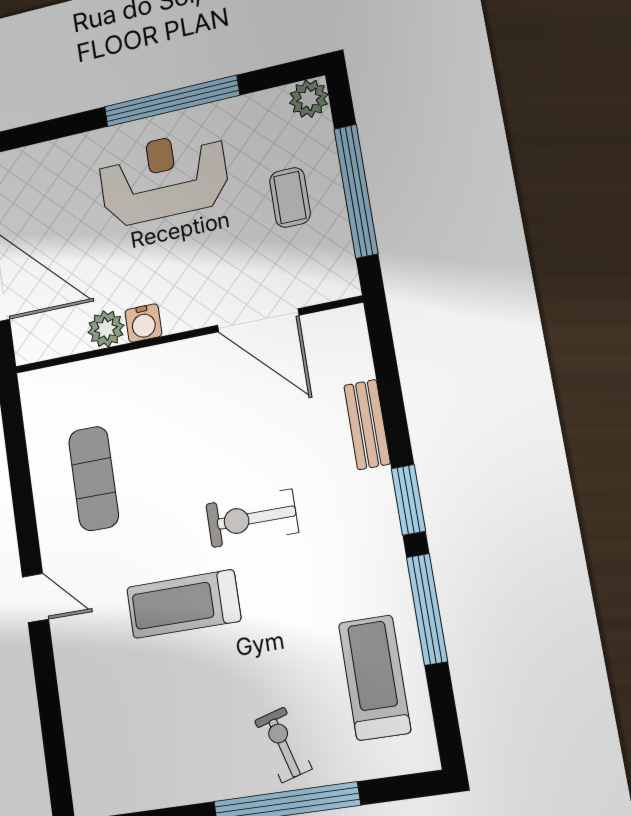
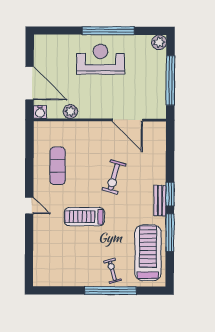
coffee table: (290, 197) -> (146, 77), removed
water cooler: (143, 323) -> (40, 112), moved
bench: (367, 425) -> (160, 201), moved
exercise bike: (252, 518) -> (114, 177), moved, turned -74
treadmill: (375, 678) -> (148, 253), width x1.37, depth x1.38

